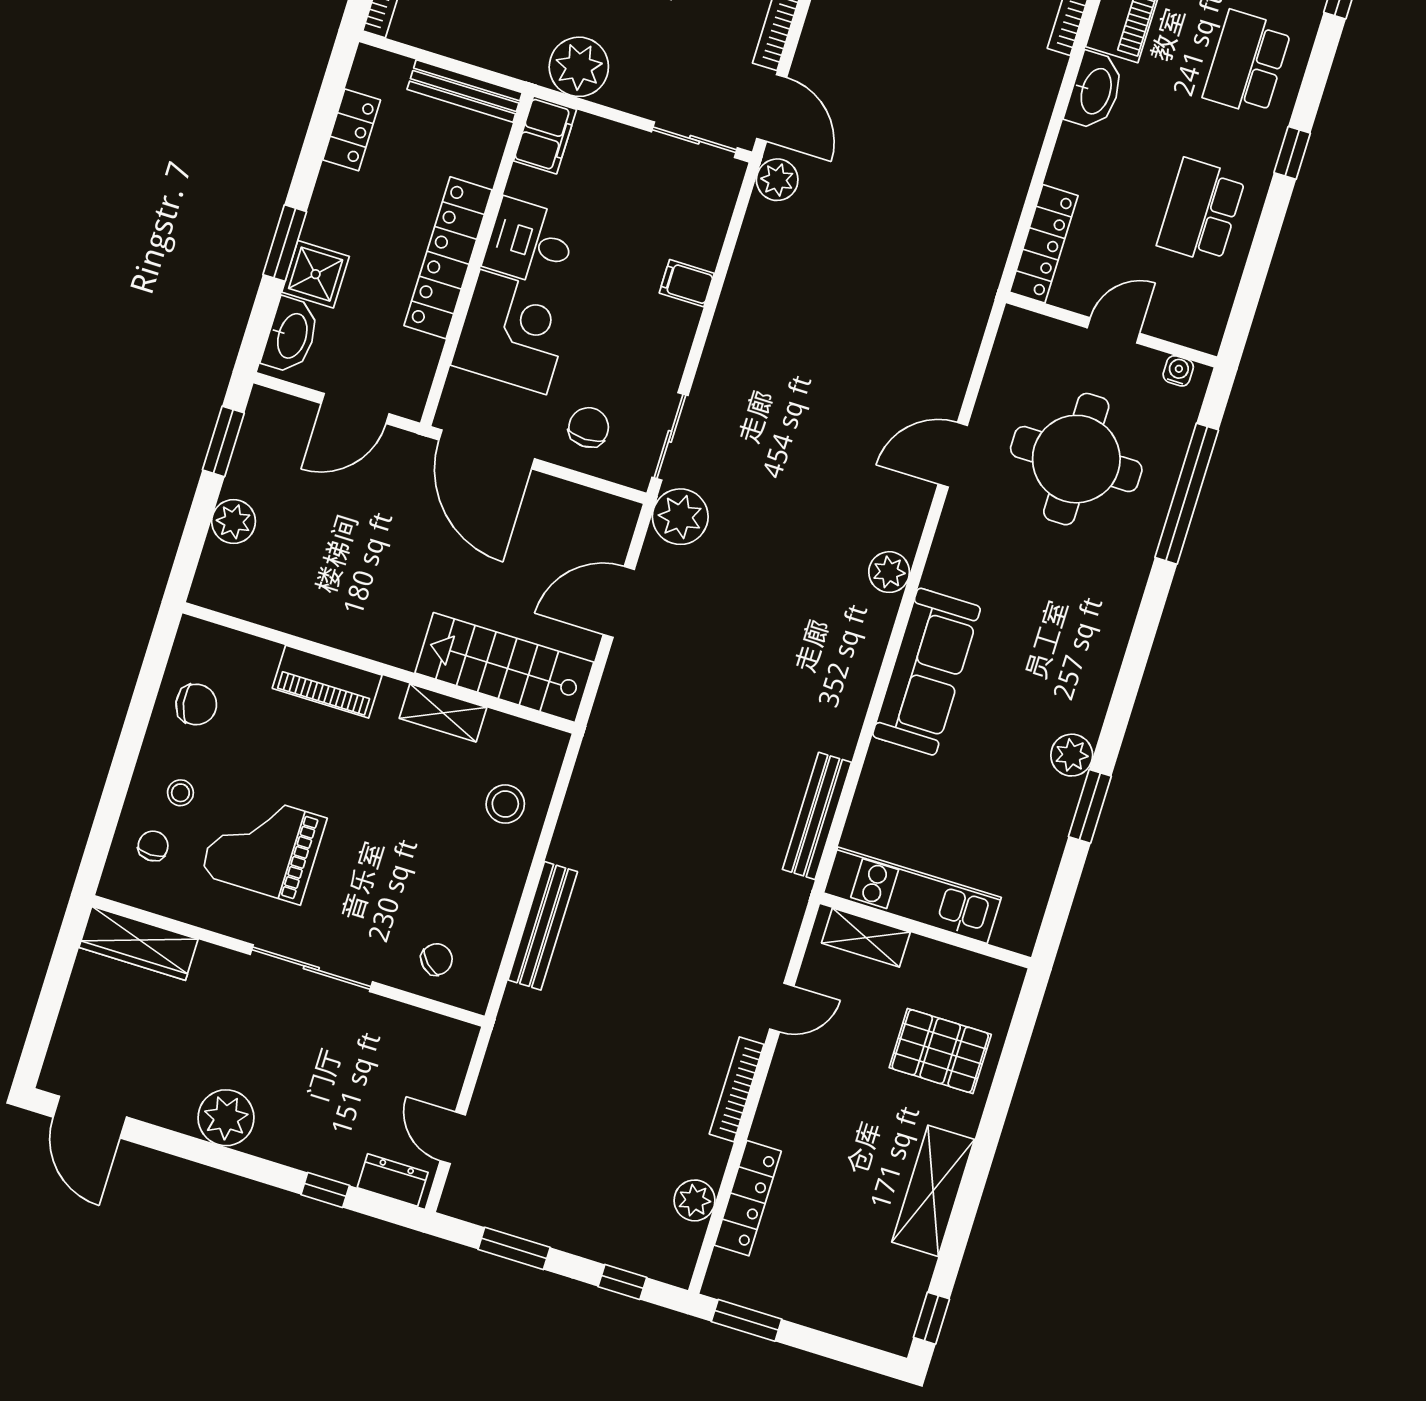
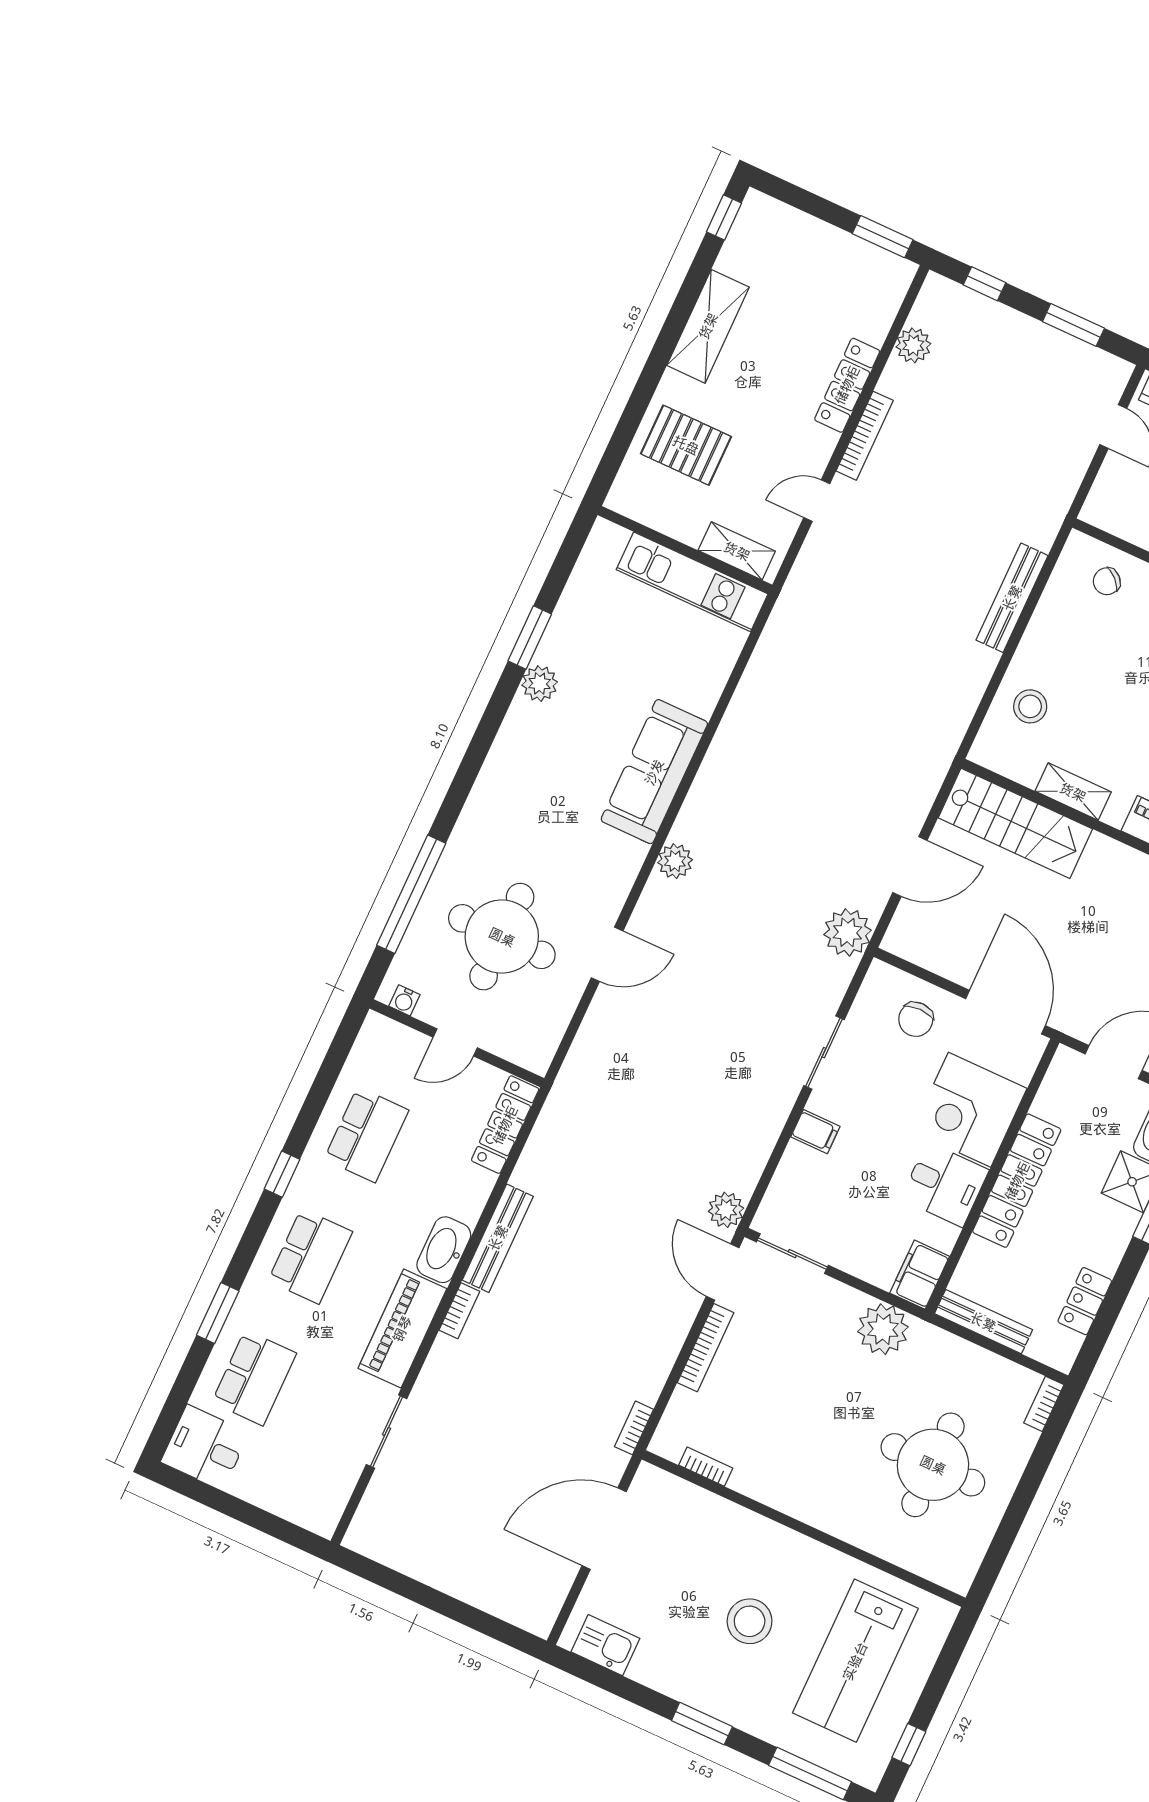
sliding door: (670, 436) -> (824, 1053), moved
bench: (817, 816) -> (498, 1238), moved
locker: (748, 1198) -> (847, 385), moved

